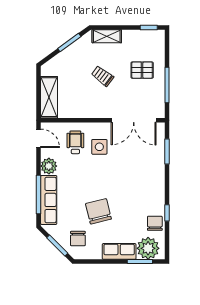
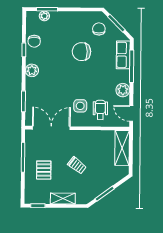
shelving: (107, 36) -> (63, 199), moved
pallet: (142, 70) -> (44, 170), turned 90
wheelchair: (75, 142) -> (100, 110), turned 180
plant: (157, 189) -> (32, 70), added
row of seats: (49, 200) -> (123, 55), width x0.68
chair: (98, 211) -> (81, 52), turned 102
plant: (148, 248) -> (44, 16), width x0.53, depth x0.53
row of seats: (119, 251) -> (64, 18), removed

